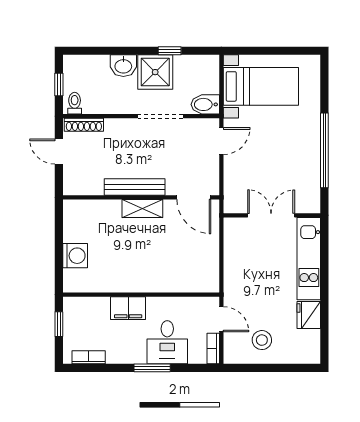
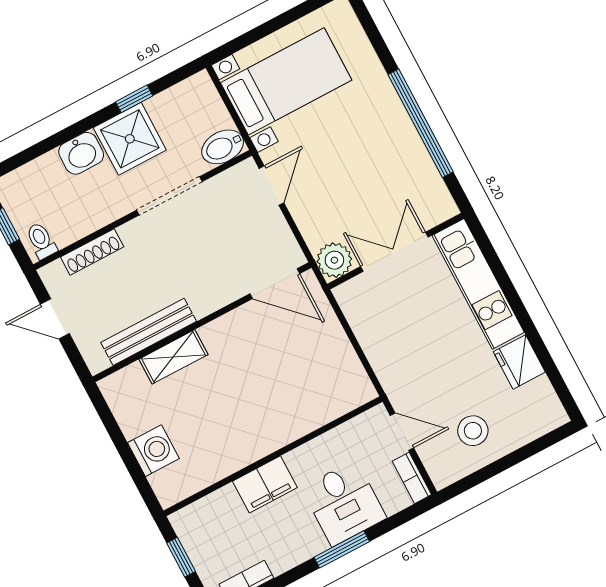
shoe rack: (84, 125) -> (92, 252), moved
bench: (135, 187) -> (149, 332), moved
plant: (235, 202) -> (334, 260), added
shelving: (142, 209) -> (173, 357), moved

